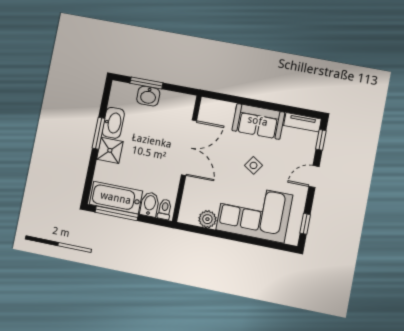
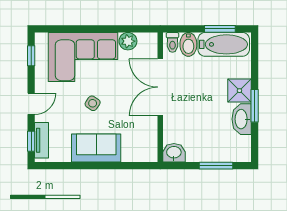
washbasin: (148, 96) -> (174, 153), moved
tv unit: (302, 122) -> (41, 140), moved, turned 90
double door: (189, 148) -> (160, 87), moved
window: (117, 213) -> (220, 29), width x0.69

